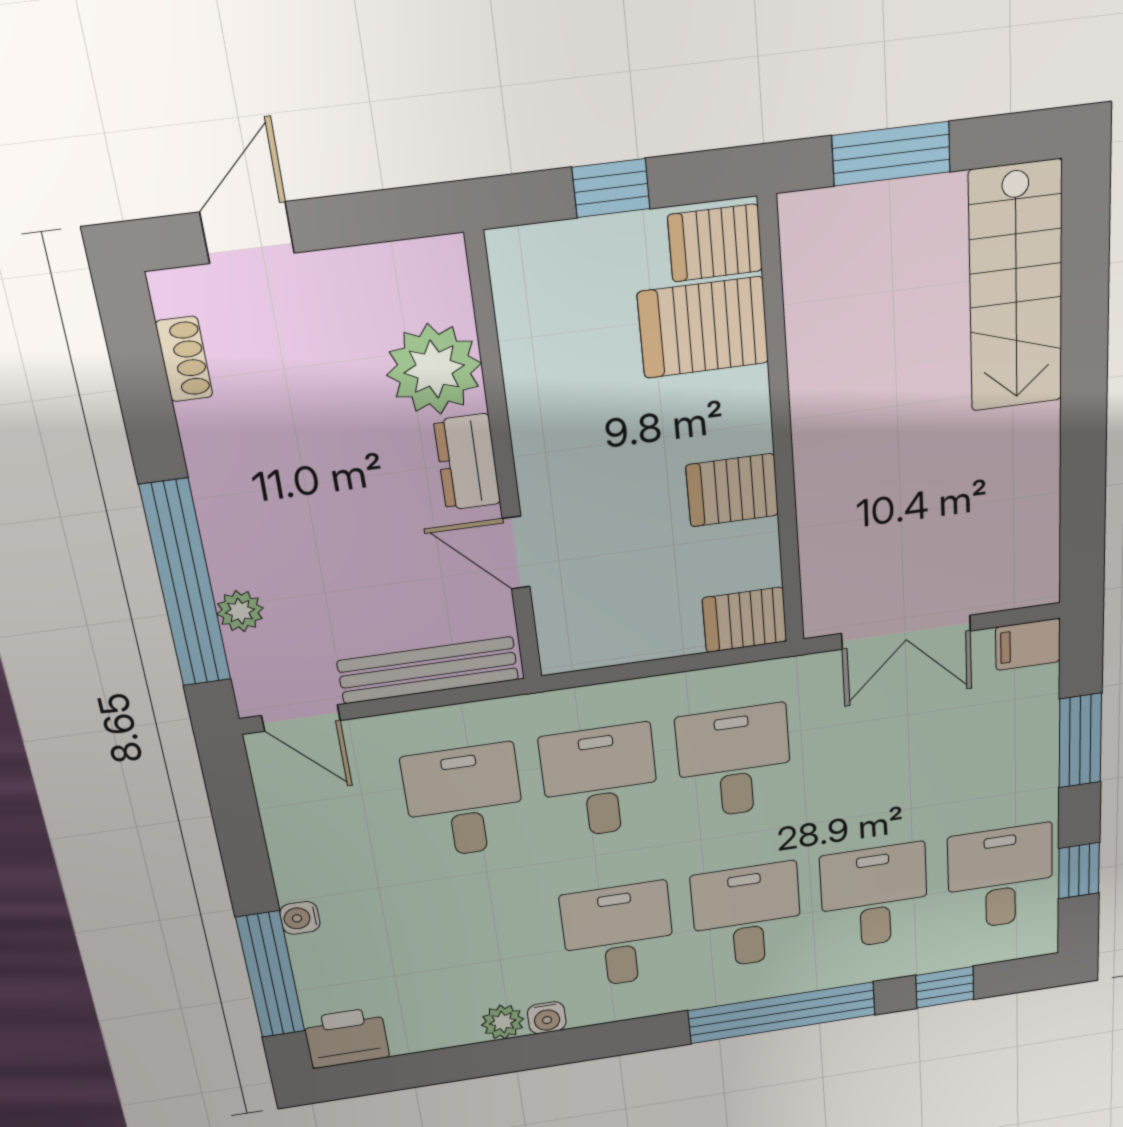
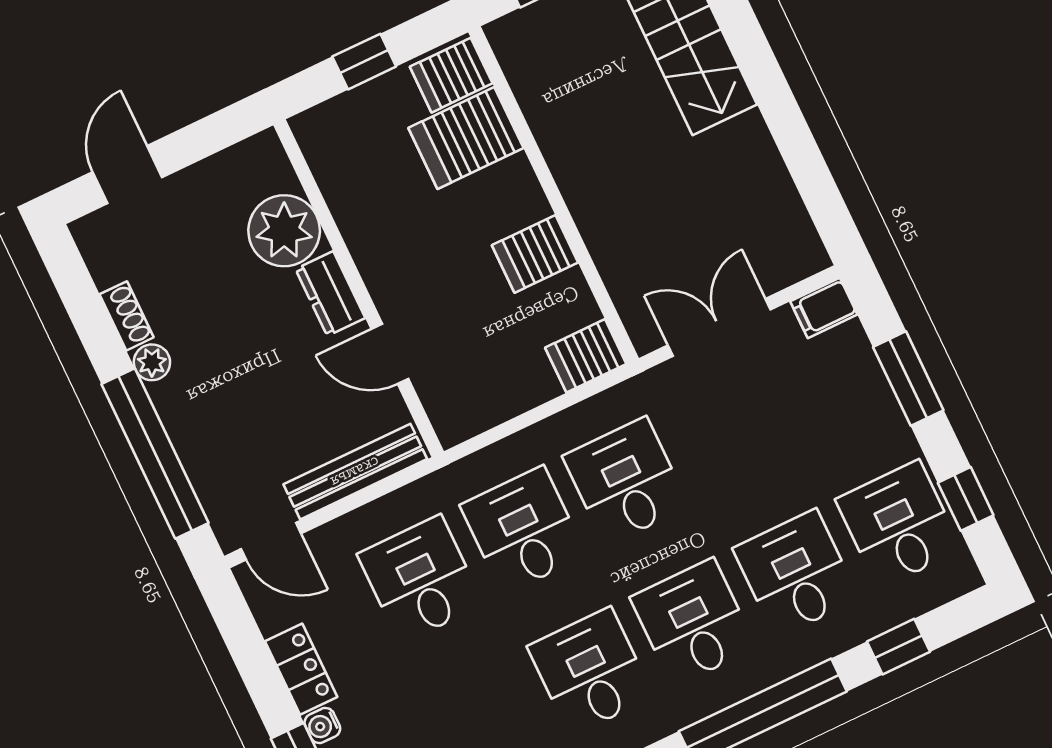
shoe rack: (184, 359) -> (127, 316), moved
plant: (240, 611) -> (152, 362), moved
double door: (906, 632) -> (719, 327), swing flipped
locker: (294, 857) -> (301, 669), added

